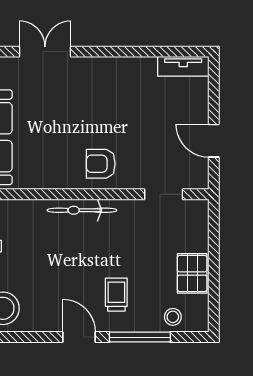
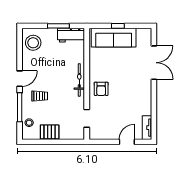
double door: (45, 52) -> (154, 63), width x1.37
door: (214, 141) -> (127, 142), moved
armchair: (101, 164) -> (101, 89), turned 180

